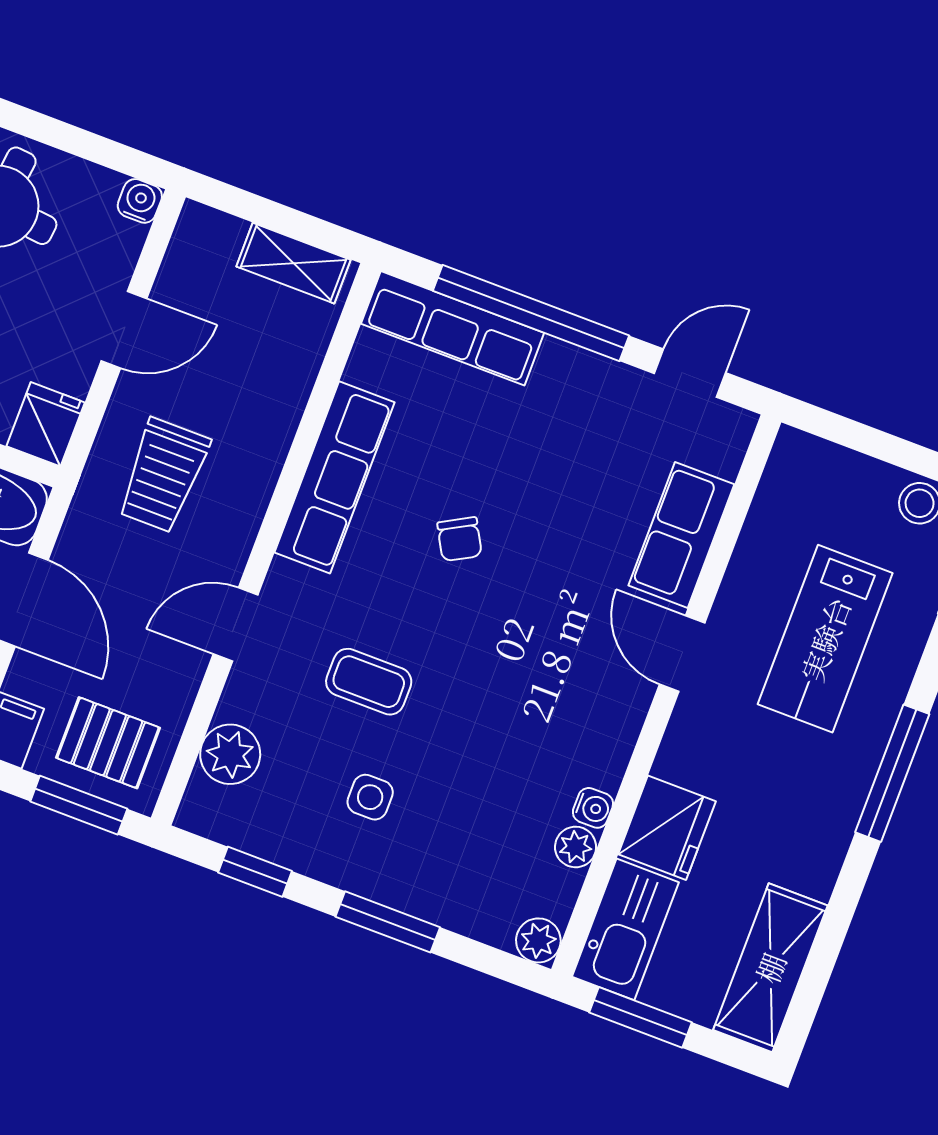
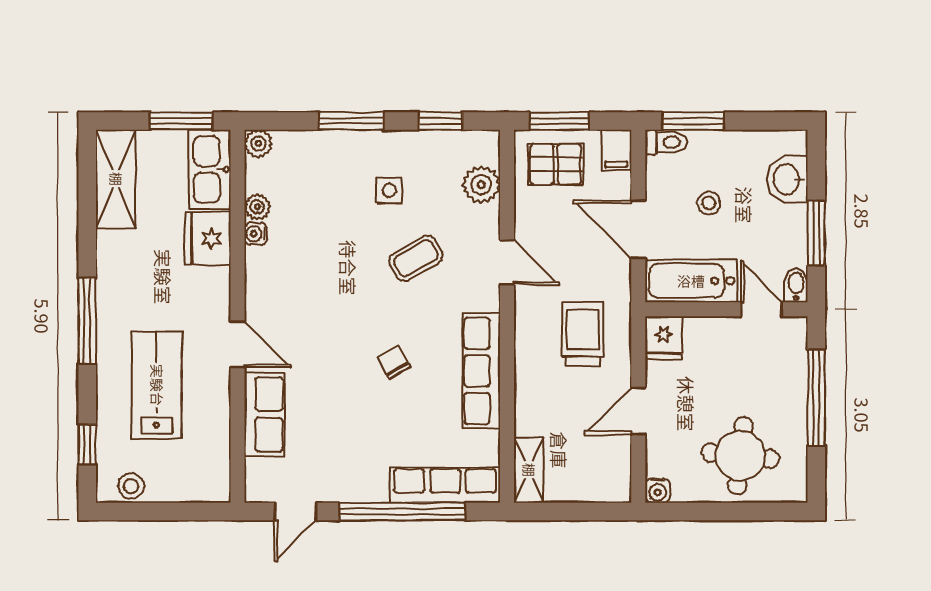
shelving: (293, 263) -> (529, 470), moved, turned 90
door: (236, 625) -> (507, 262), hinge flipped
coffee table: (369, 682) -> (416, 258), turned -30

